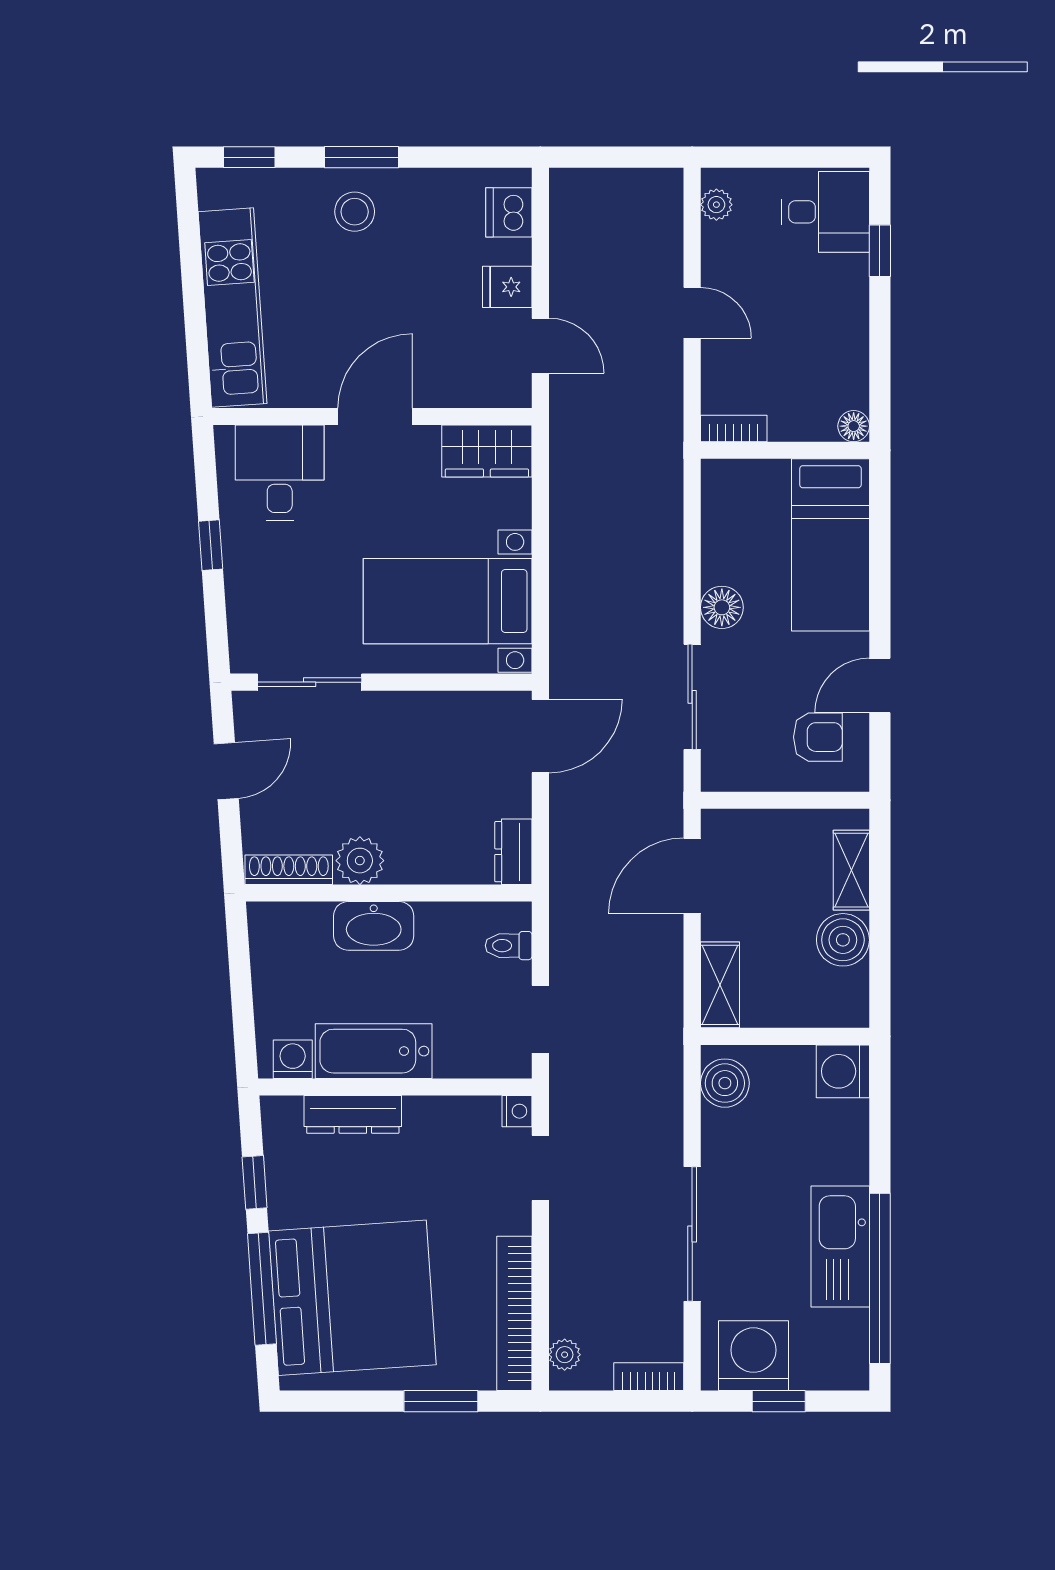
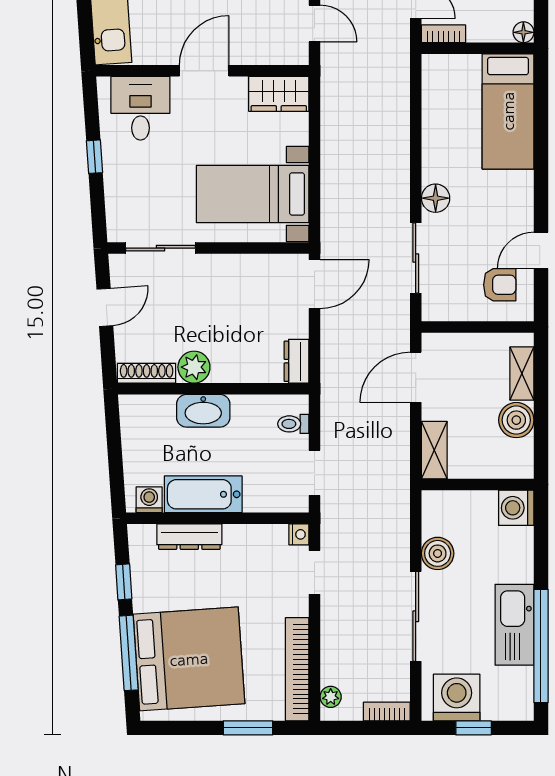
floor lamp: (854, 426) -> (523, 32), moved
bookcase: (734, 429) -> (443, 34), moved
wall: (785, 450) -> (478, 48), moved
bed: (830, 545) -> (508, 111), moved
boiler: (725, 1083) -> (438, 553), moved

